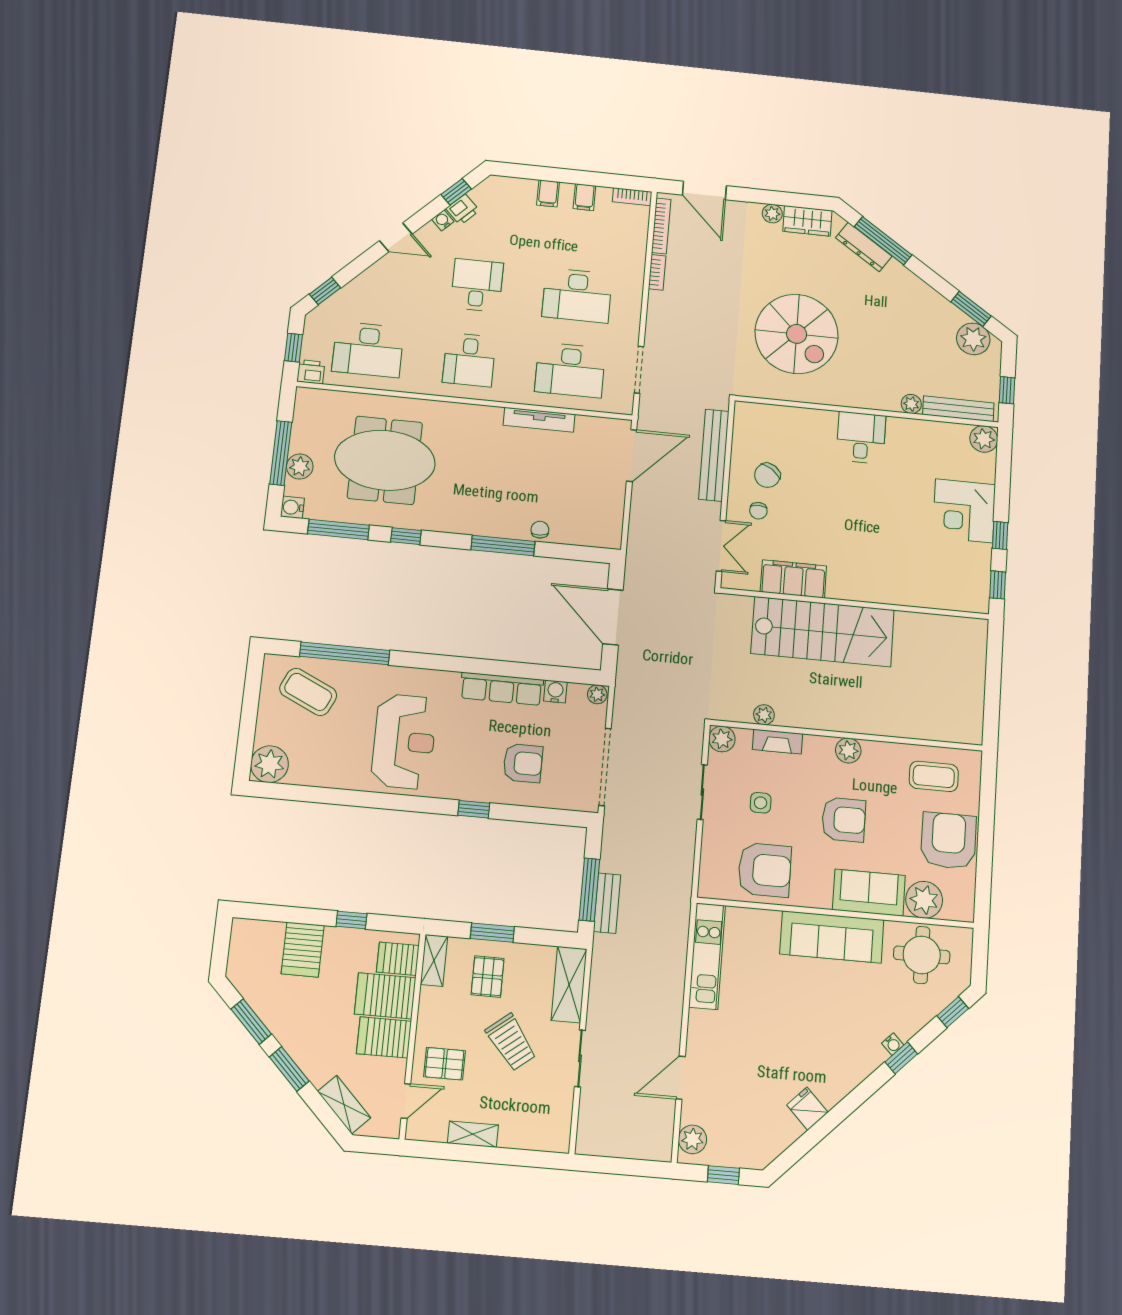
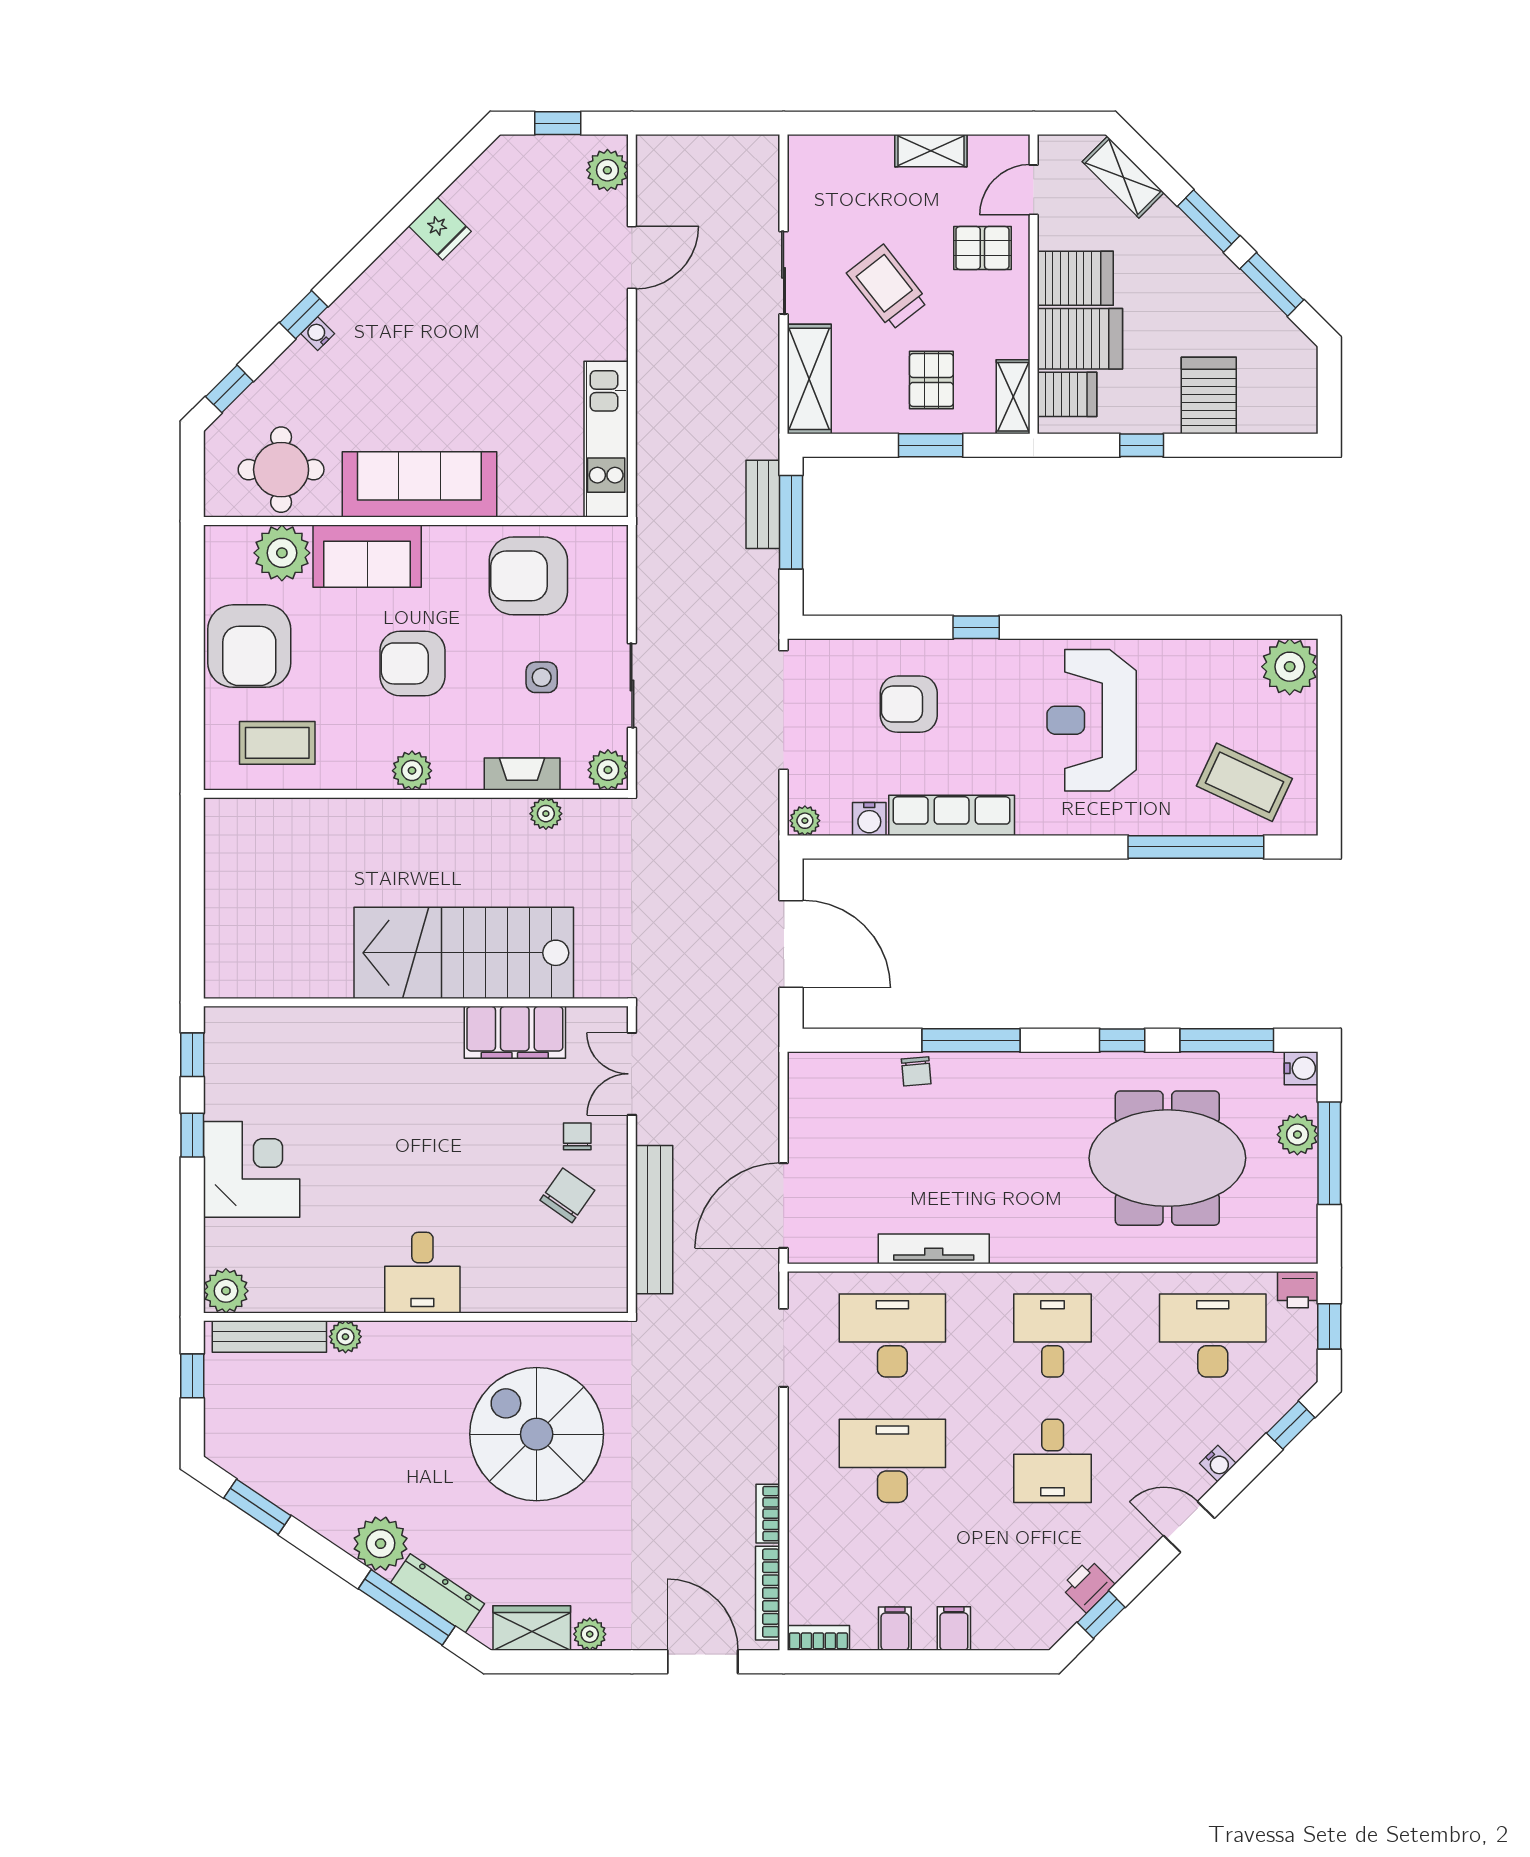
water cooler: (443, 220) -> (1218, 1463), moved
plant: (973, 339) -> (381, 1544), moved

